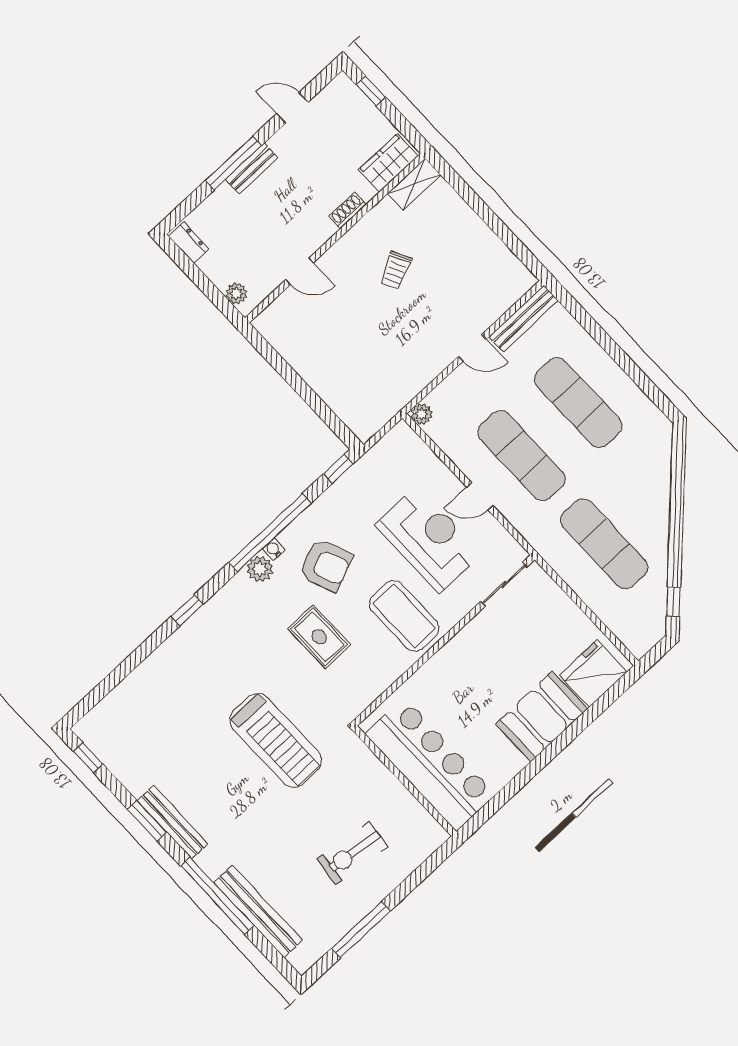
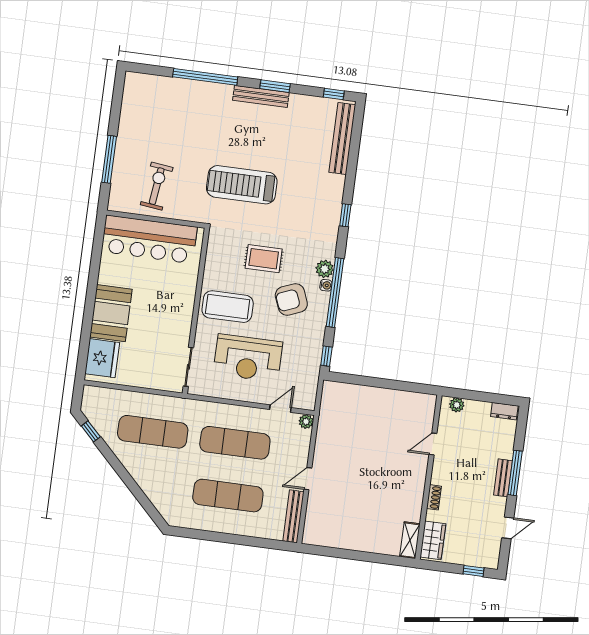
trolley: (396, 270) -> (382, 486), removed
door: (480, 496) -> (280, 409), moved
exercise bike: (352, 853) -> (157, 186), moved
bench: (258, 911) -> (342, 138), moved, turned 90
window: (361, 930) -> (109, 159), moved

